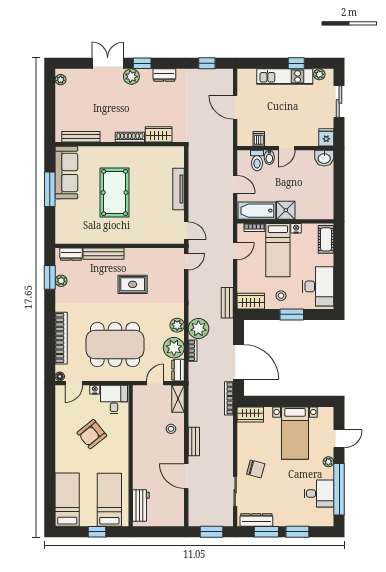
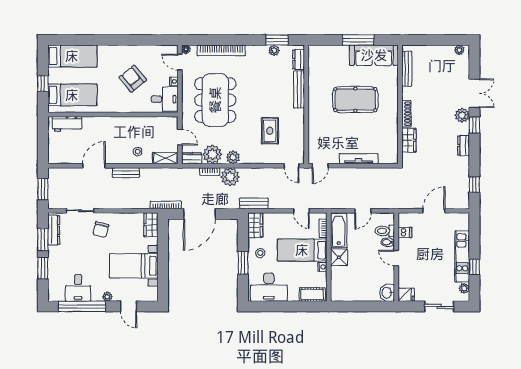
rug: (133, 284) -> (270, 131), moved

